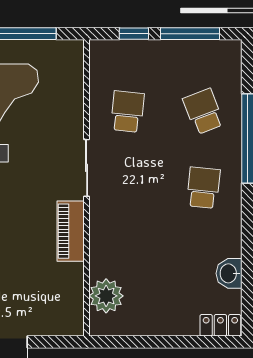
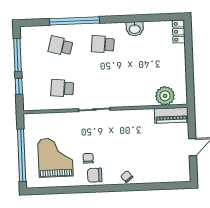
school desk: (203, 112) -> (61, 46), turned 36
piano: (71, 231) -> (171, 115), moved
washbasin: (229, 273) -> (135, 29), moved

